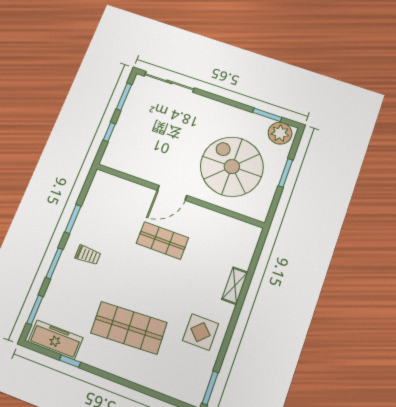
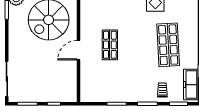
door: (172, 193) -> (79, 50), swing flipped
trolley: (88, 255) -> (162, 90), moved

